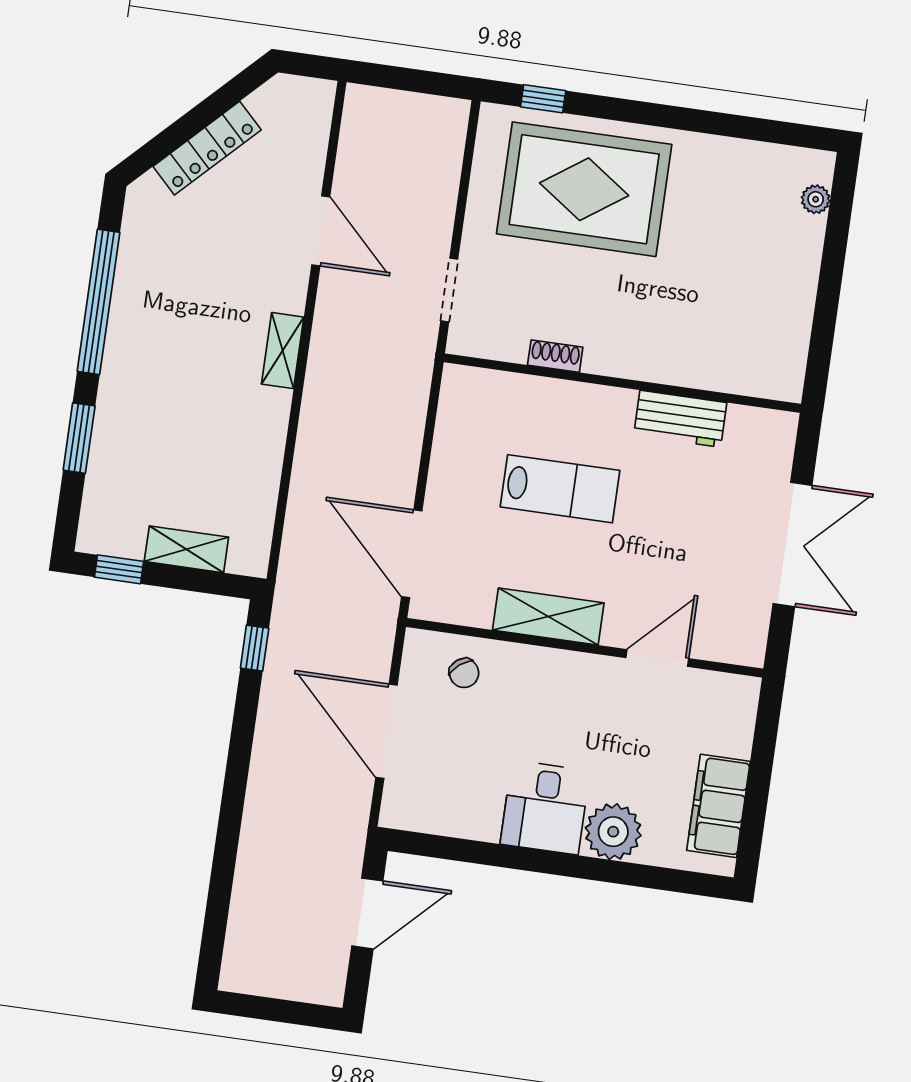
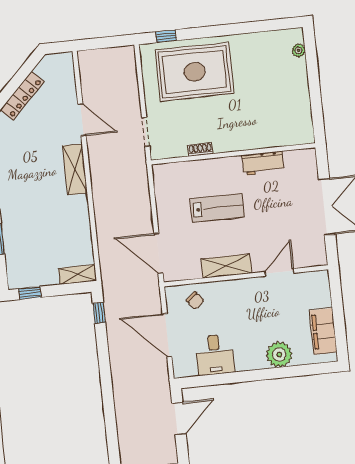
shelving: (283, 351) -> (75, 169), width x1.50, depth x1.33
shelving: (186, 549) -> (78, 274), moved
desk: (545, 807) -> (215, 355), moved

